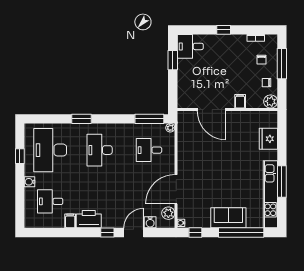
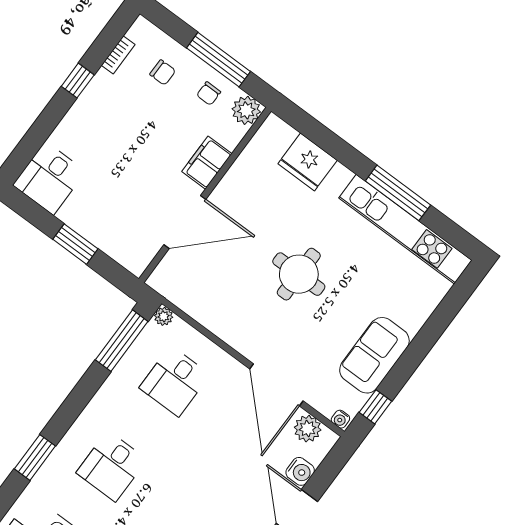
window: (224, 30) -> (78, 81), moved
window: (173, 60) -> (75, 244), moved
window: (282, 64) -> (219, 60), moved
filing cabinet: (240, 101) -> (207, 163), width x2.00
desk: (100, 150) -> (112, 466), width x0.73
round table: (224, 167) -> (299, 274), added
sofa: (228, 218) -> (374, 355), moved
window: (241, 233) -> (434, 328), removed

